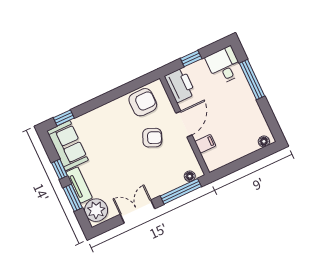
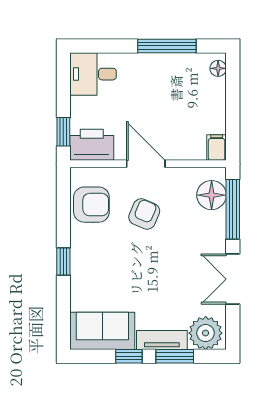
window: (191, 58) -> (63, 132), moved
window: (252, 80) -> (167, 46), moved
armchair: (143, 102) -> (91, 205), turned 90
window: (64, 118) -> (63, 262), moved
filing cabinet: (205, 144) -> (217, 148), moved
floor lamp: (190, 176) -> (212, 195), width x1.89, depth x1.89

